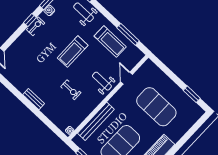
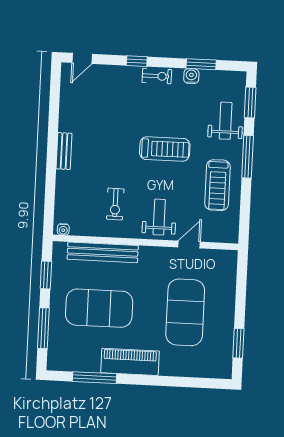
window: (30, 20) -> (137, 61), moved
window: (128, 34) -> (248, 157), moved
treadmill: (73, 52) -> (165, 149), turned 180
exercise bike: (71, 90) -> (115, 204), moved

